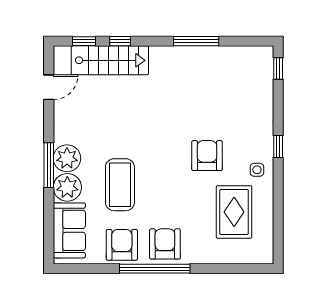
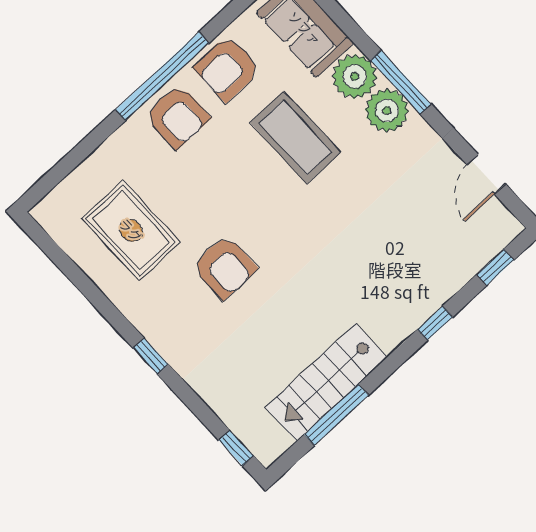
window: (120, 41) -> (435, 323), moved
window: (196, 41) -> (336, 415), moved
stairs: (110, 60) -> (326, 382), moved
side table: (257, 170) -> (150, 305), removed
armchair: (122, 245) -> (227, 68), turned 90

